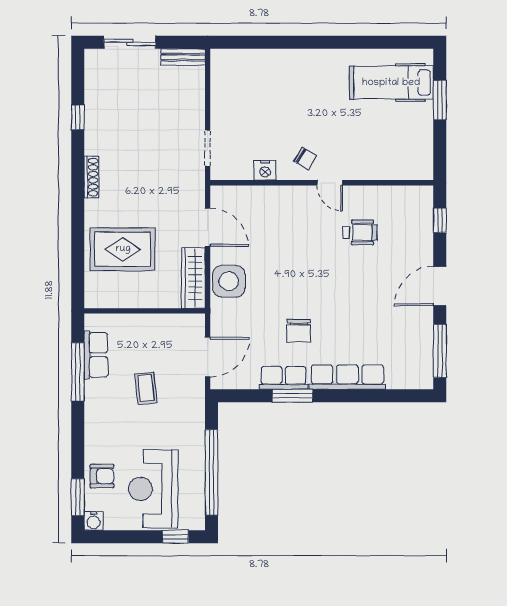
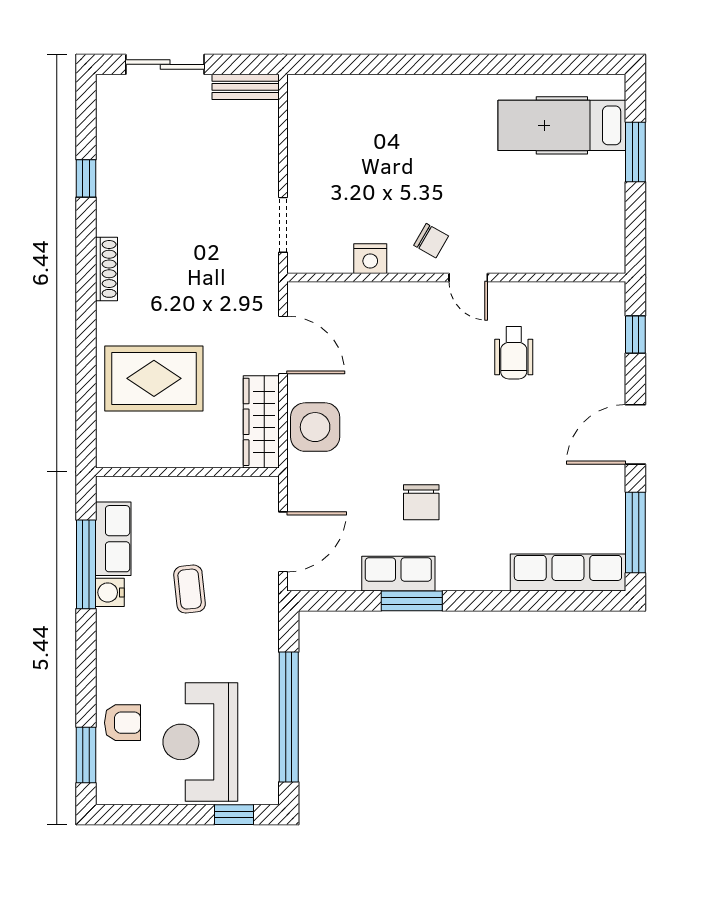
wheelchair: (360, 232) -> (514, 353), turned 90
row of seats: (347, 377) -> (568, 572), moved
water cooler: (94, 521) -> (110, 592), moved, turned 90

